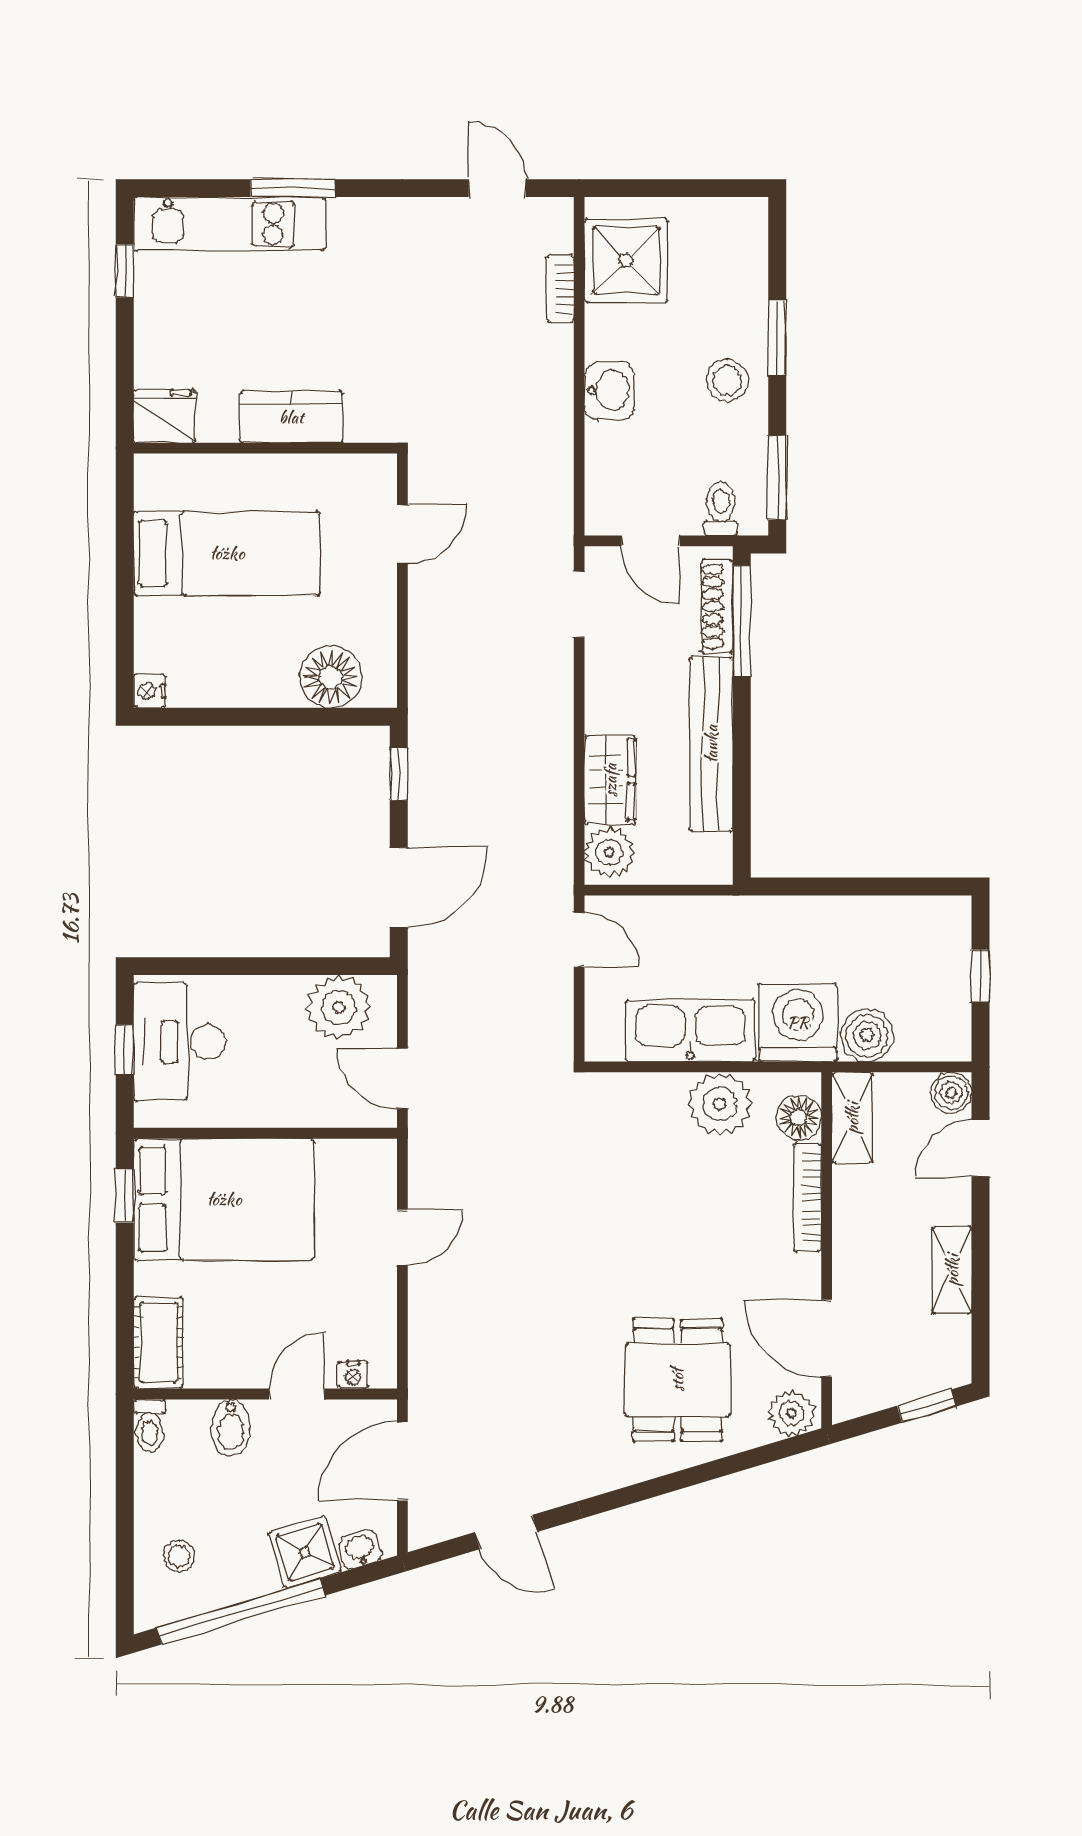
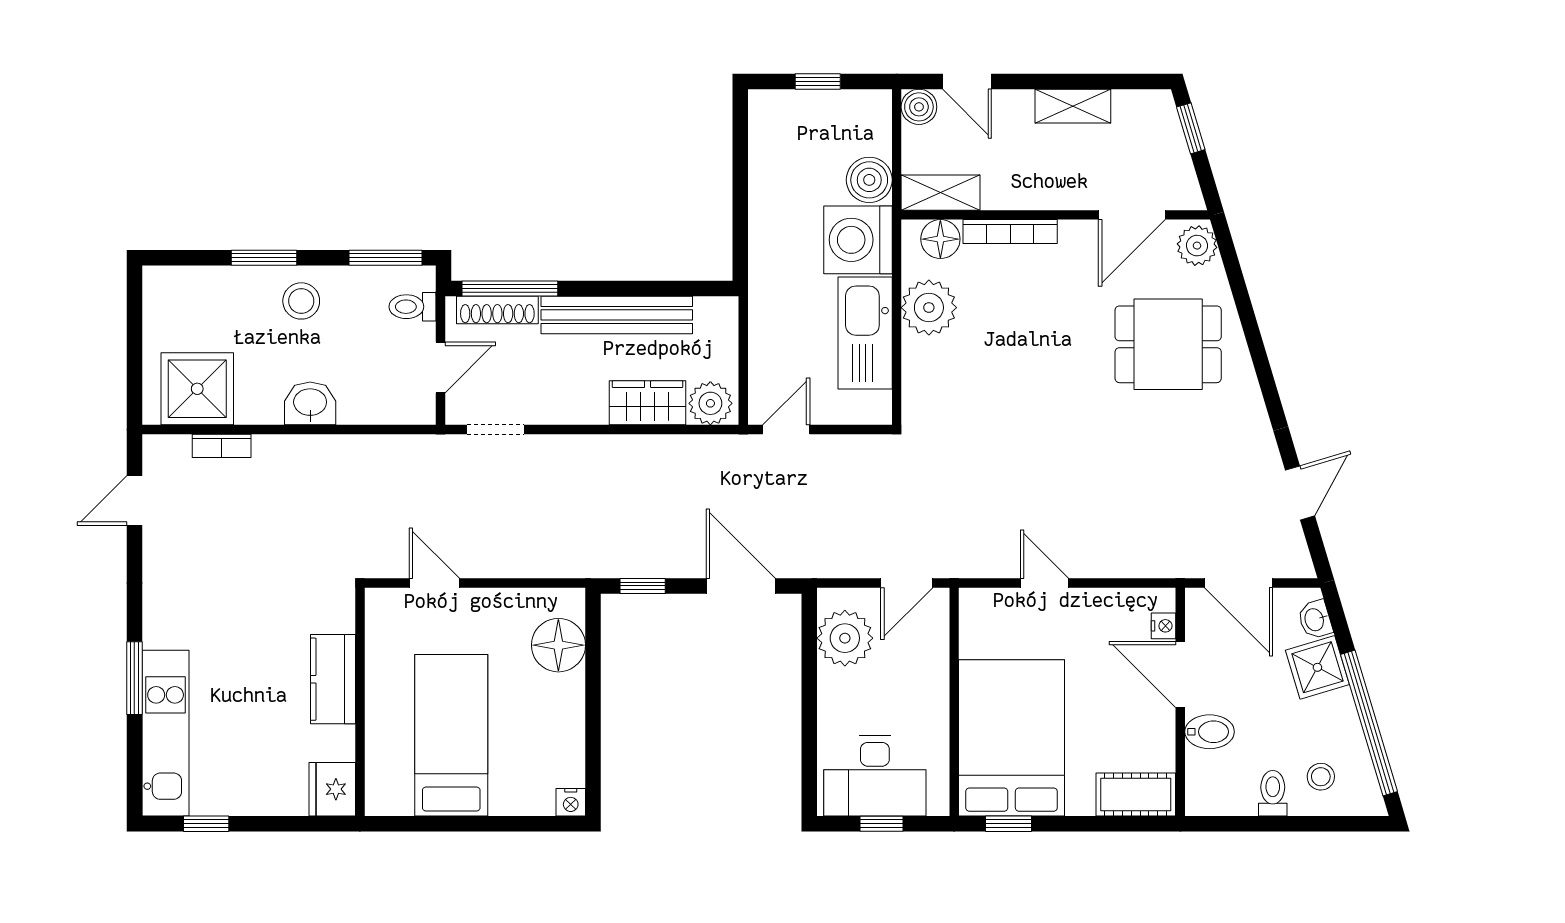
door: (297, 1394) -> (1180, 674), width x1.37
toilet: (150, 1426) -> (1273, 793), moved, turned -90

